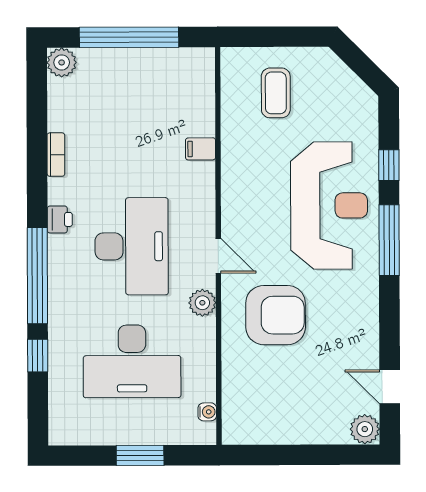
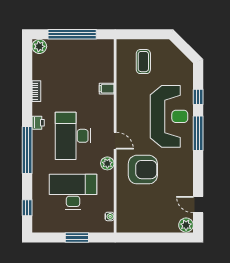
desk: (132, 246) -> (73, 136), turned 180
window: (38, 356) -> (27, 208), moved
desk: (132, 361) -> (73, 192), turned 180

